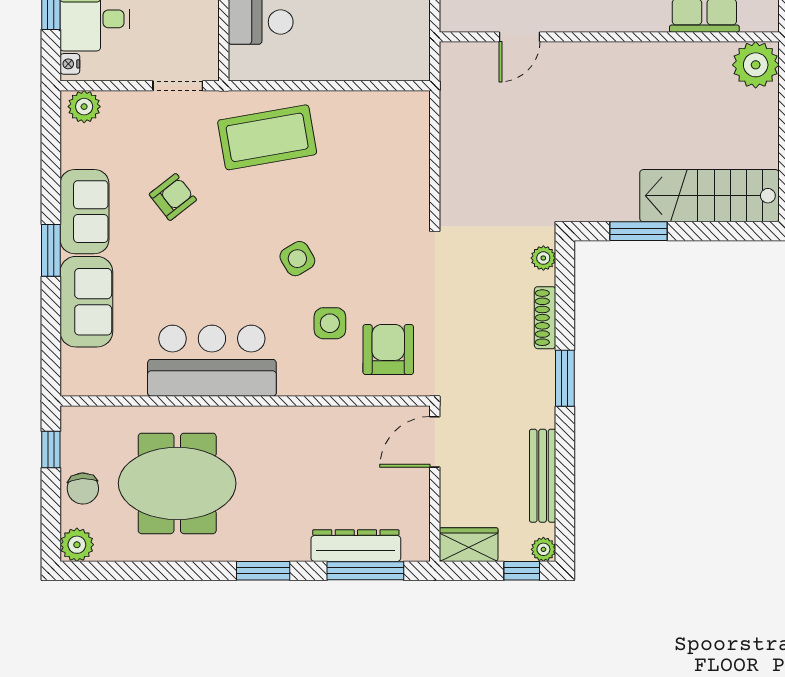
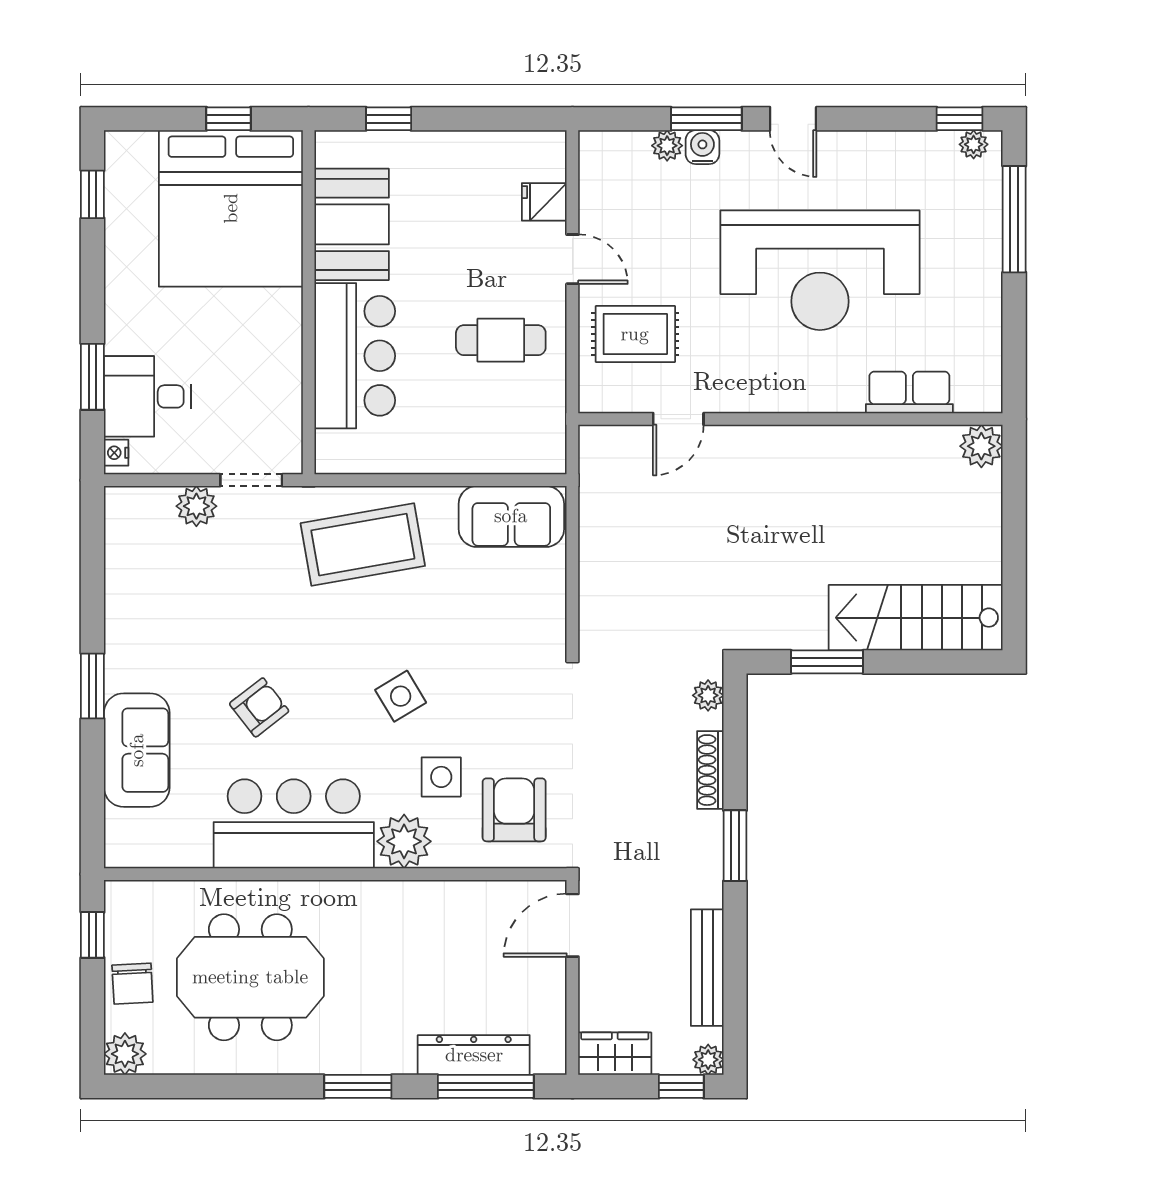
plant: (756, 65) -> (981, 446), width x0.73, depth x0.73
plant: (84, 107) -> (196, 506), moved
armchair: (173, 197) -> (259, 707), moved
sofa: (84, 212) -> (511, 516), moved, turned 90
plant: (300, 375) -> (404, 841), added

